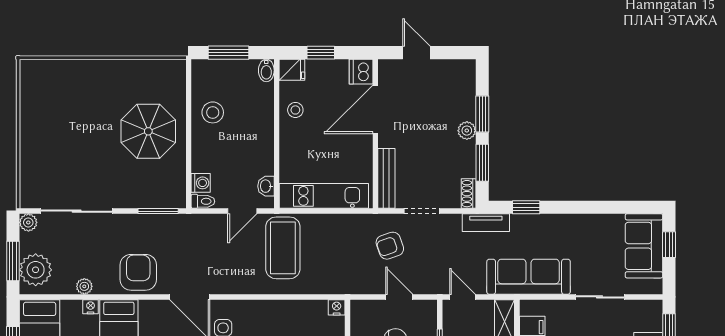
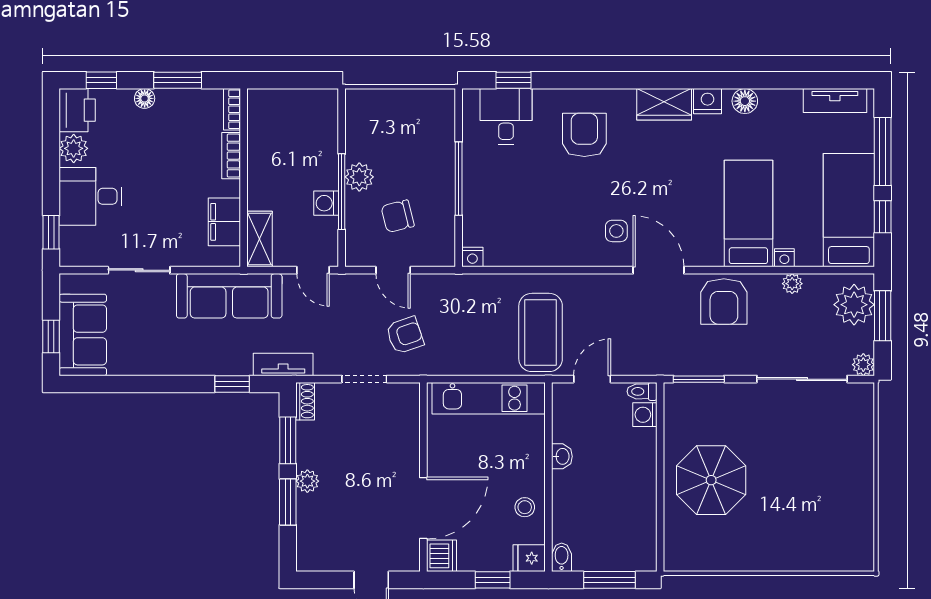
stool: (213, 112) -> (629, 504), removed
bench: (386, 178) -> (409, 420), removed
washbasin: (266, 186) -> (562, 456), moved

